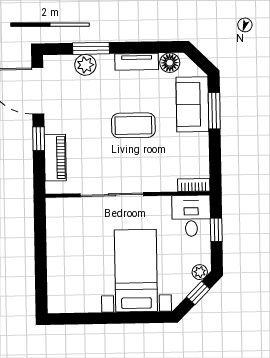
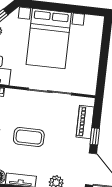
bed with nightstands: (136, 271) -> (49, 39), width x1.36

